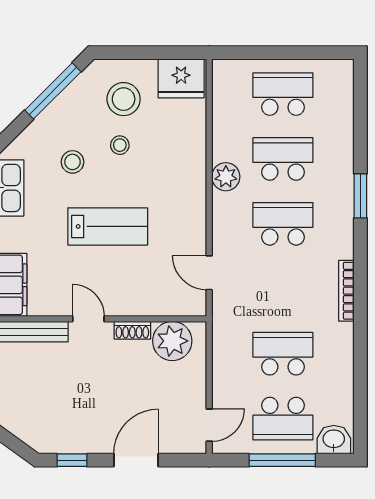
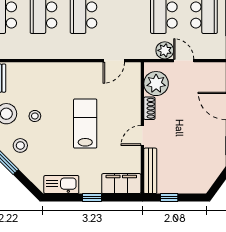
stool: (72, 162) -> (20, 145), moved
plant: (226, 177) -> (165, 50), moved
door: (209, 425) -> (184, 61), moved

